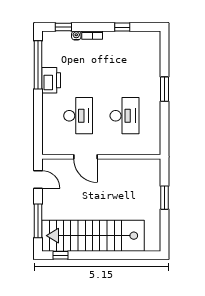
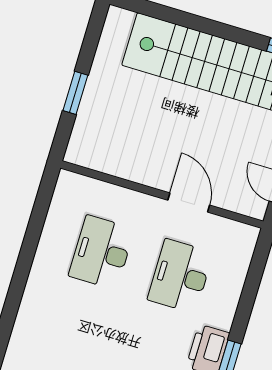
window: (165, 89) -> (20, 277), removed

